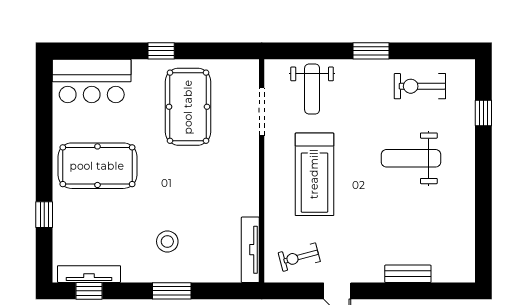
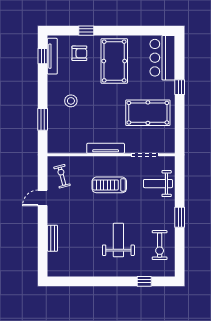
window: (161, 51) -> (180, 87), moved
exercise bike: (420, 86) -> (160, 245), turned 180
treadmill: (314, 174) -> (109, 185), width x0.73, depth x0.73
armchair: (84, 227) -> (79, 53), added
tv unit: (250, 250) -> (106, 148), moved
window: (172, 291) -> (43, 119), moved

